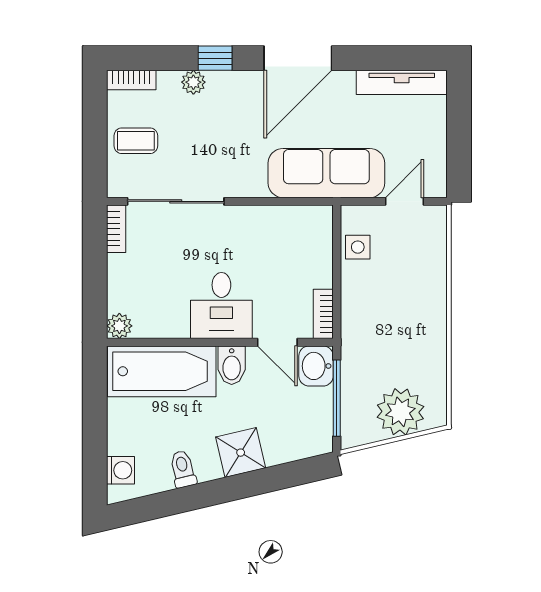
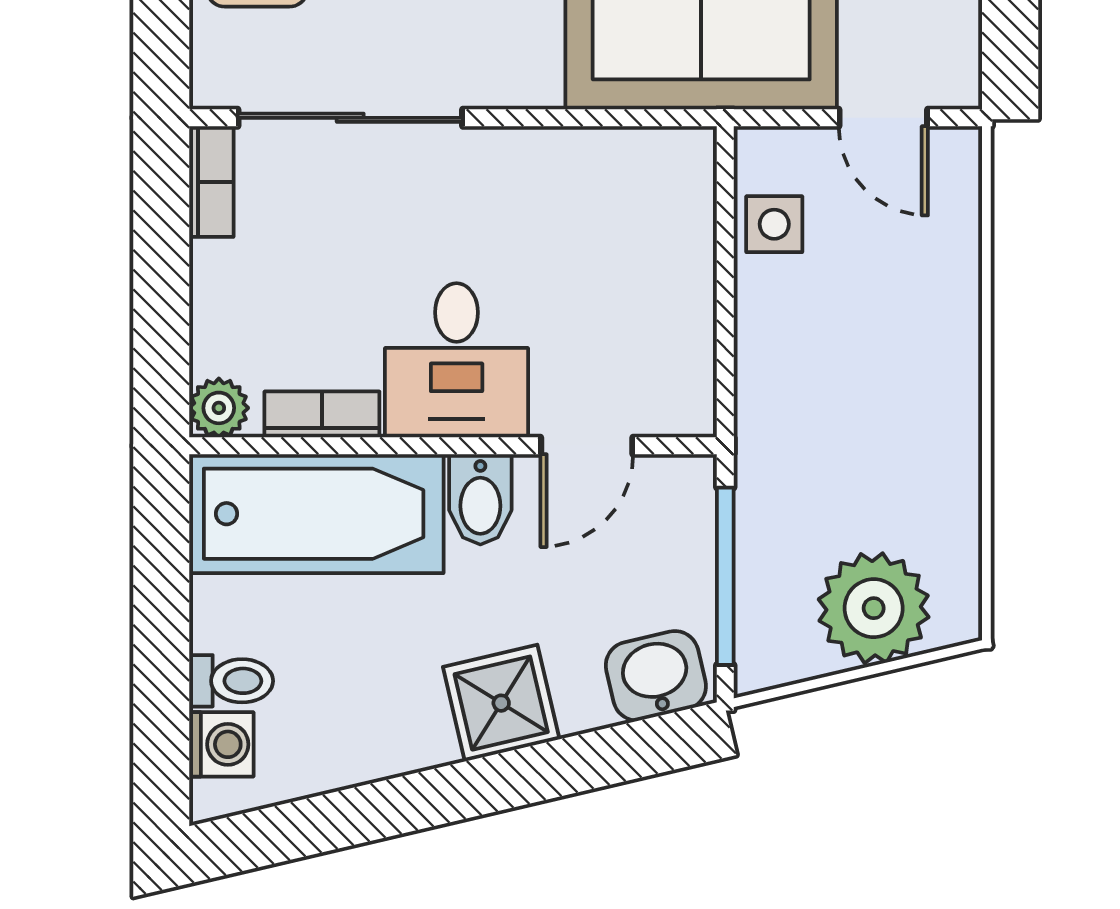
door: (405, 201) -> (883, 118), swing flipped
bookcase: (323, 314) -> (322, 414), moved, turned 90
door: (277, 342) -> (587, 446), hinge flipped
washbasin: (316, 366) -> (656, 676), moved, turned 77
toilet: (183, 469) -> (231, 681), moved, turned 103

